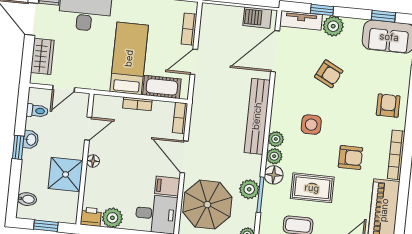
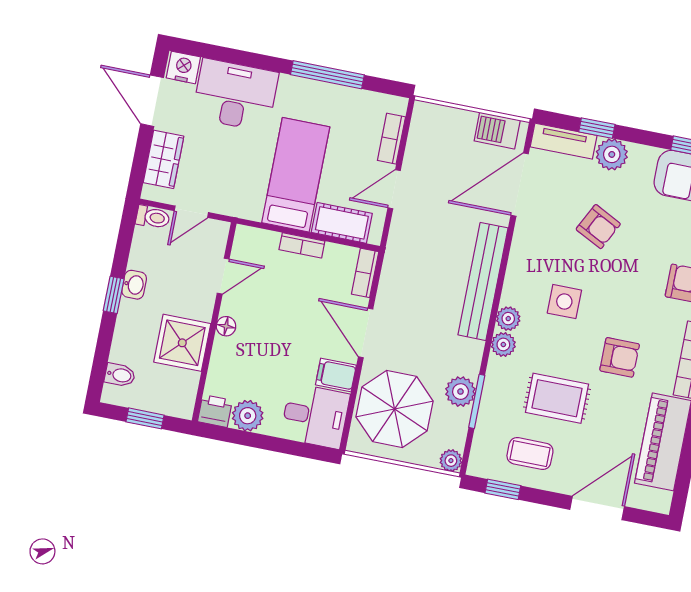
toilet: (37, 111) -> (153, 217), moved
floor lamp: (274, 175) -> (500, 373), removed

